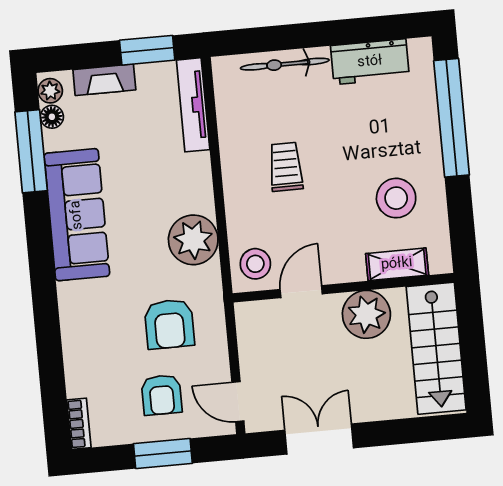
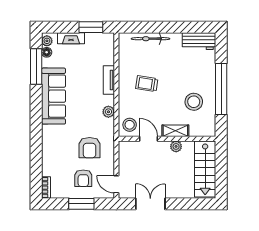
workbench: (370, 62) -> (199, 41), moved
tv unit: (193, 105) -> (109, 80), moved, width x0.71
window: (452, 118) -> (221, 89), moved
trolley: (286, 167) -> (147, 84), turned -81
plant: (193, 240) -> (108, 112), width x0.53, depth x0.53
shelving: (397, 264) -> (175, 131), moved
door: (301, 292) -> (148, 139), hinge flipped
plant: (366, 314) -> (176, 146), width x0.53, depth x0.53

